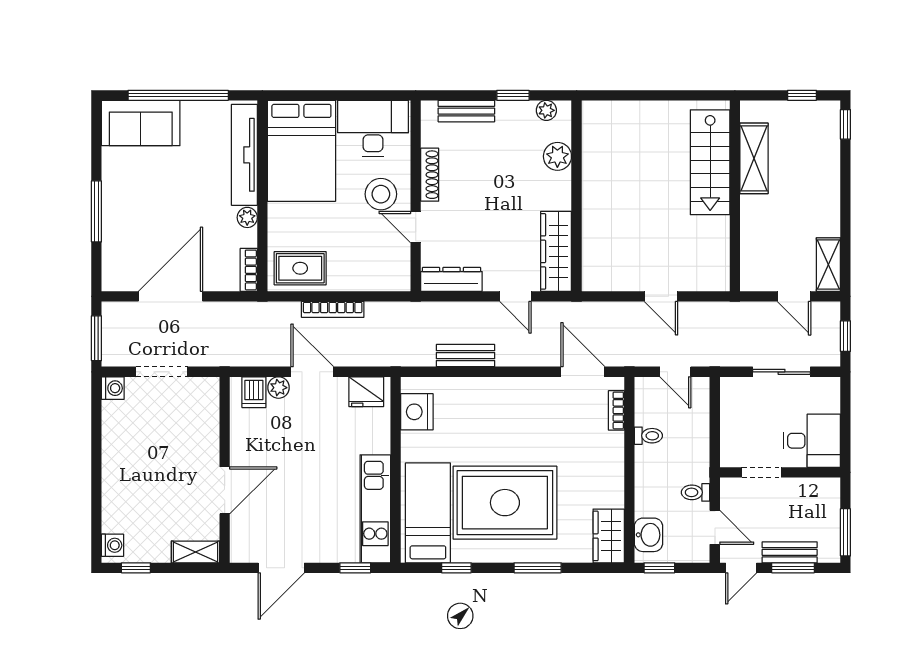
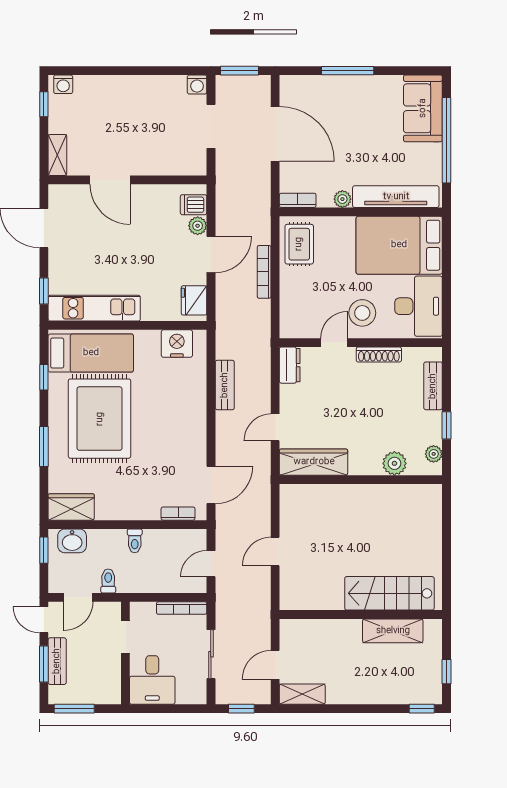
dresser: (451, 279) -> (290, 365), width x0.70
bookcase: (727, 406) -> (182, 608), added
toilet: (648, 436) -> (135, 541), moved

